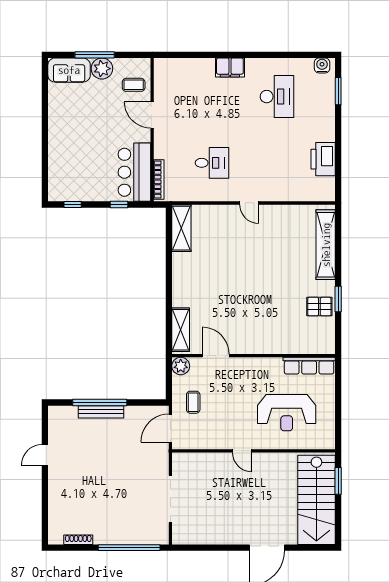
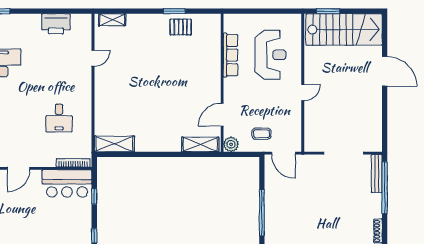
desk: (212, 163) -> (59, 118), turned 180
door: (249, 203) -> (93, 58), moved
shelving: (326, 245) -> (112, 20), width x0.45, depth x0.75
pallet: (319, 307) -> (181, 27), turned 90
row of seats: (309, 366) -> (231, 55), moved
bench: (101, 412) -> (377, 173), moved

